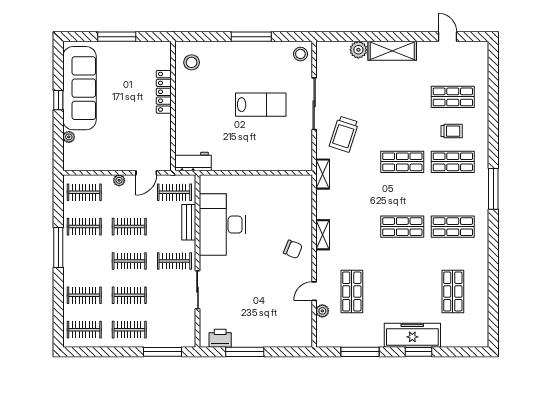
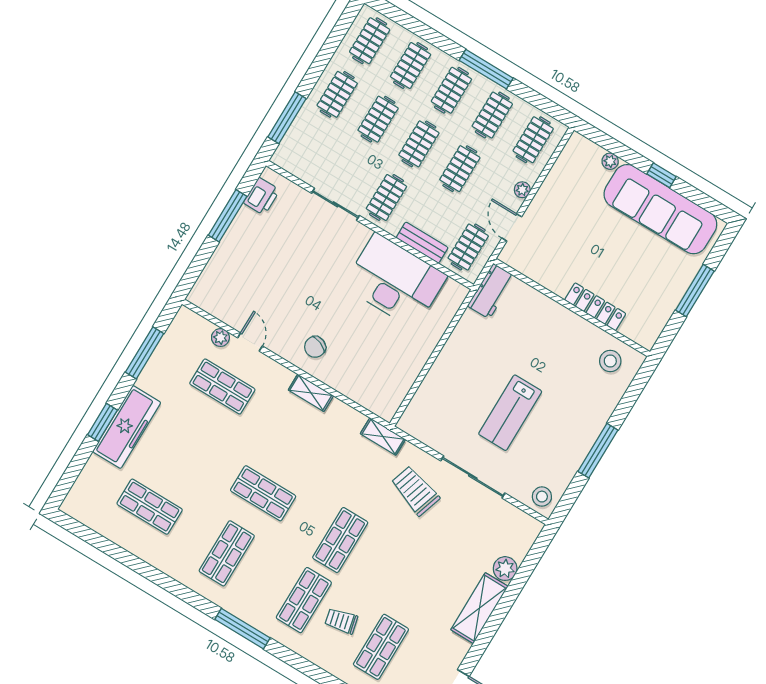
trolley: (452, 131) -> (341, 621), turned 77
shop shelf: (402, 227) -> (263, 493), turned 90
clothes rail: (84, 261) -> (451, 90), added

